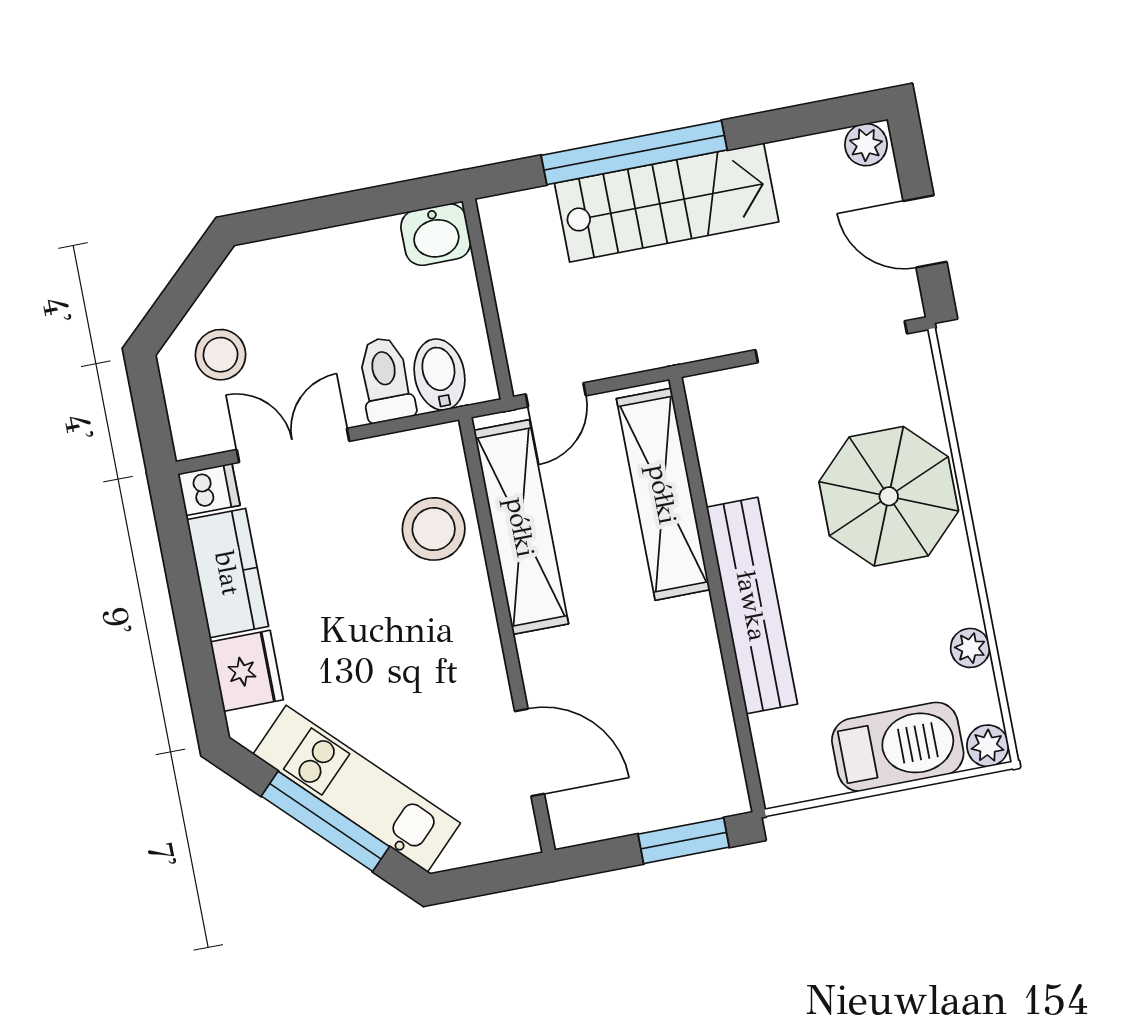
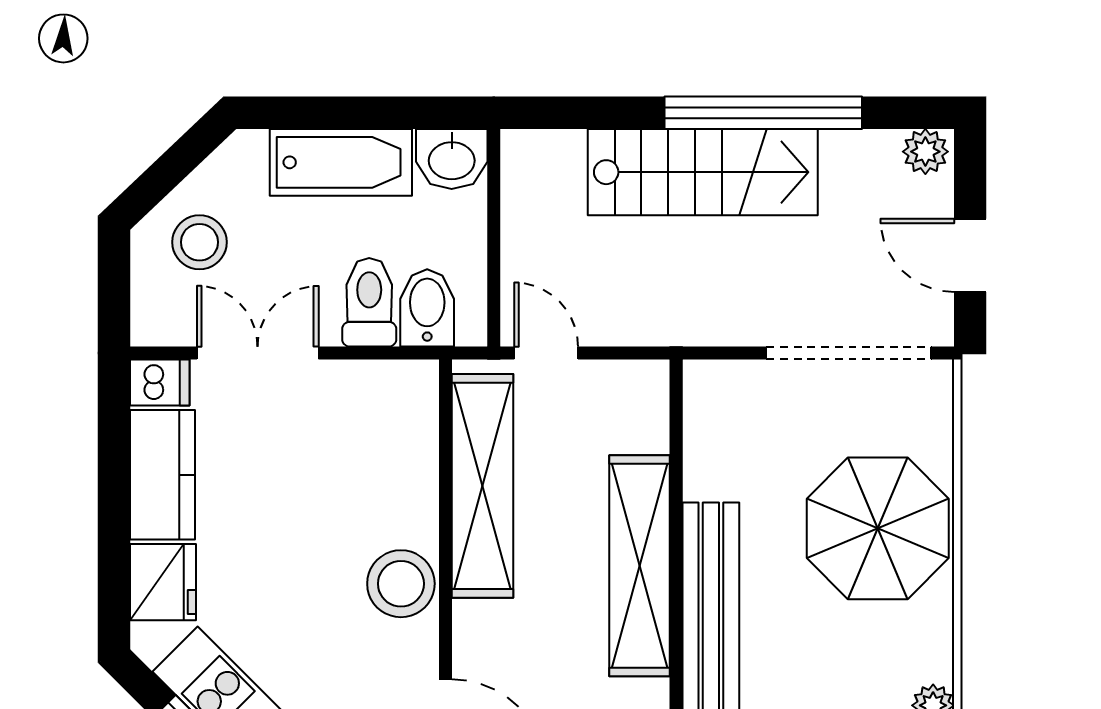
window: (634, 153) -> (763, 113), moved
bathtub: (335, 257) -> (341, 162), added
door: (556, 395) -> (546, 353), swing flipped
shelving: (663, 494) -> (640, 566), moved
stool: (434, 529) -> (401, 584), moved

